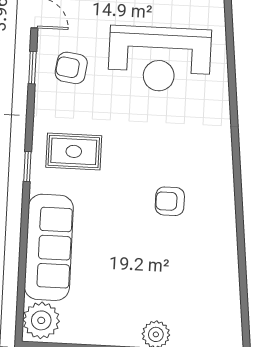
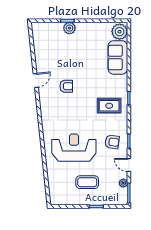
door: (240, 218) -> (36, 80), added
sofa: (49, 247) -> (118, 57), width x0.73

